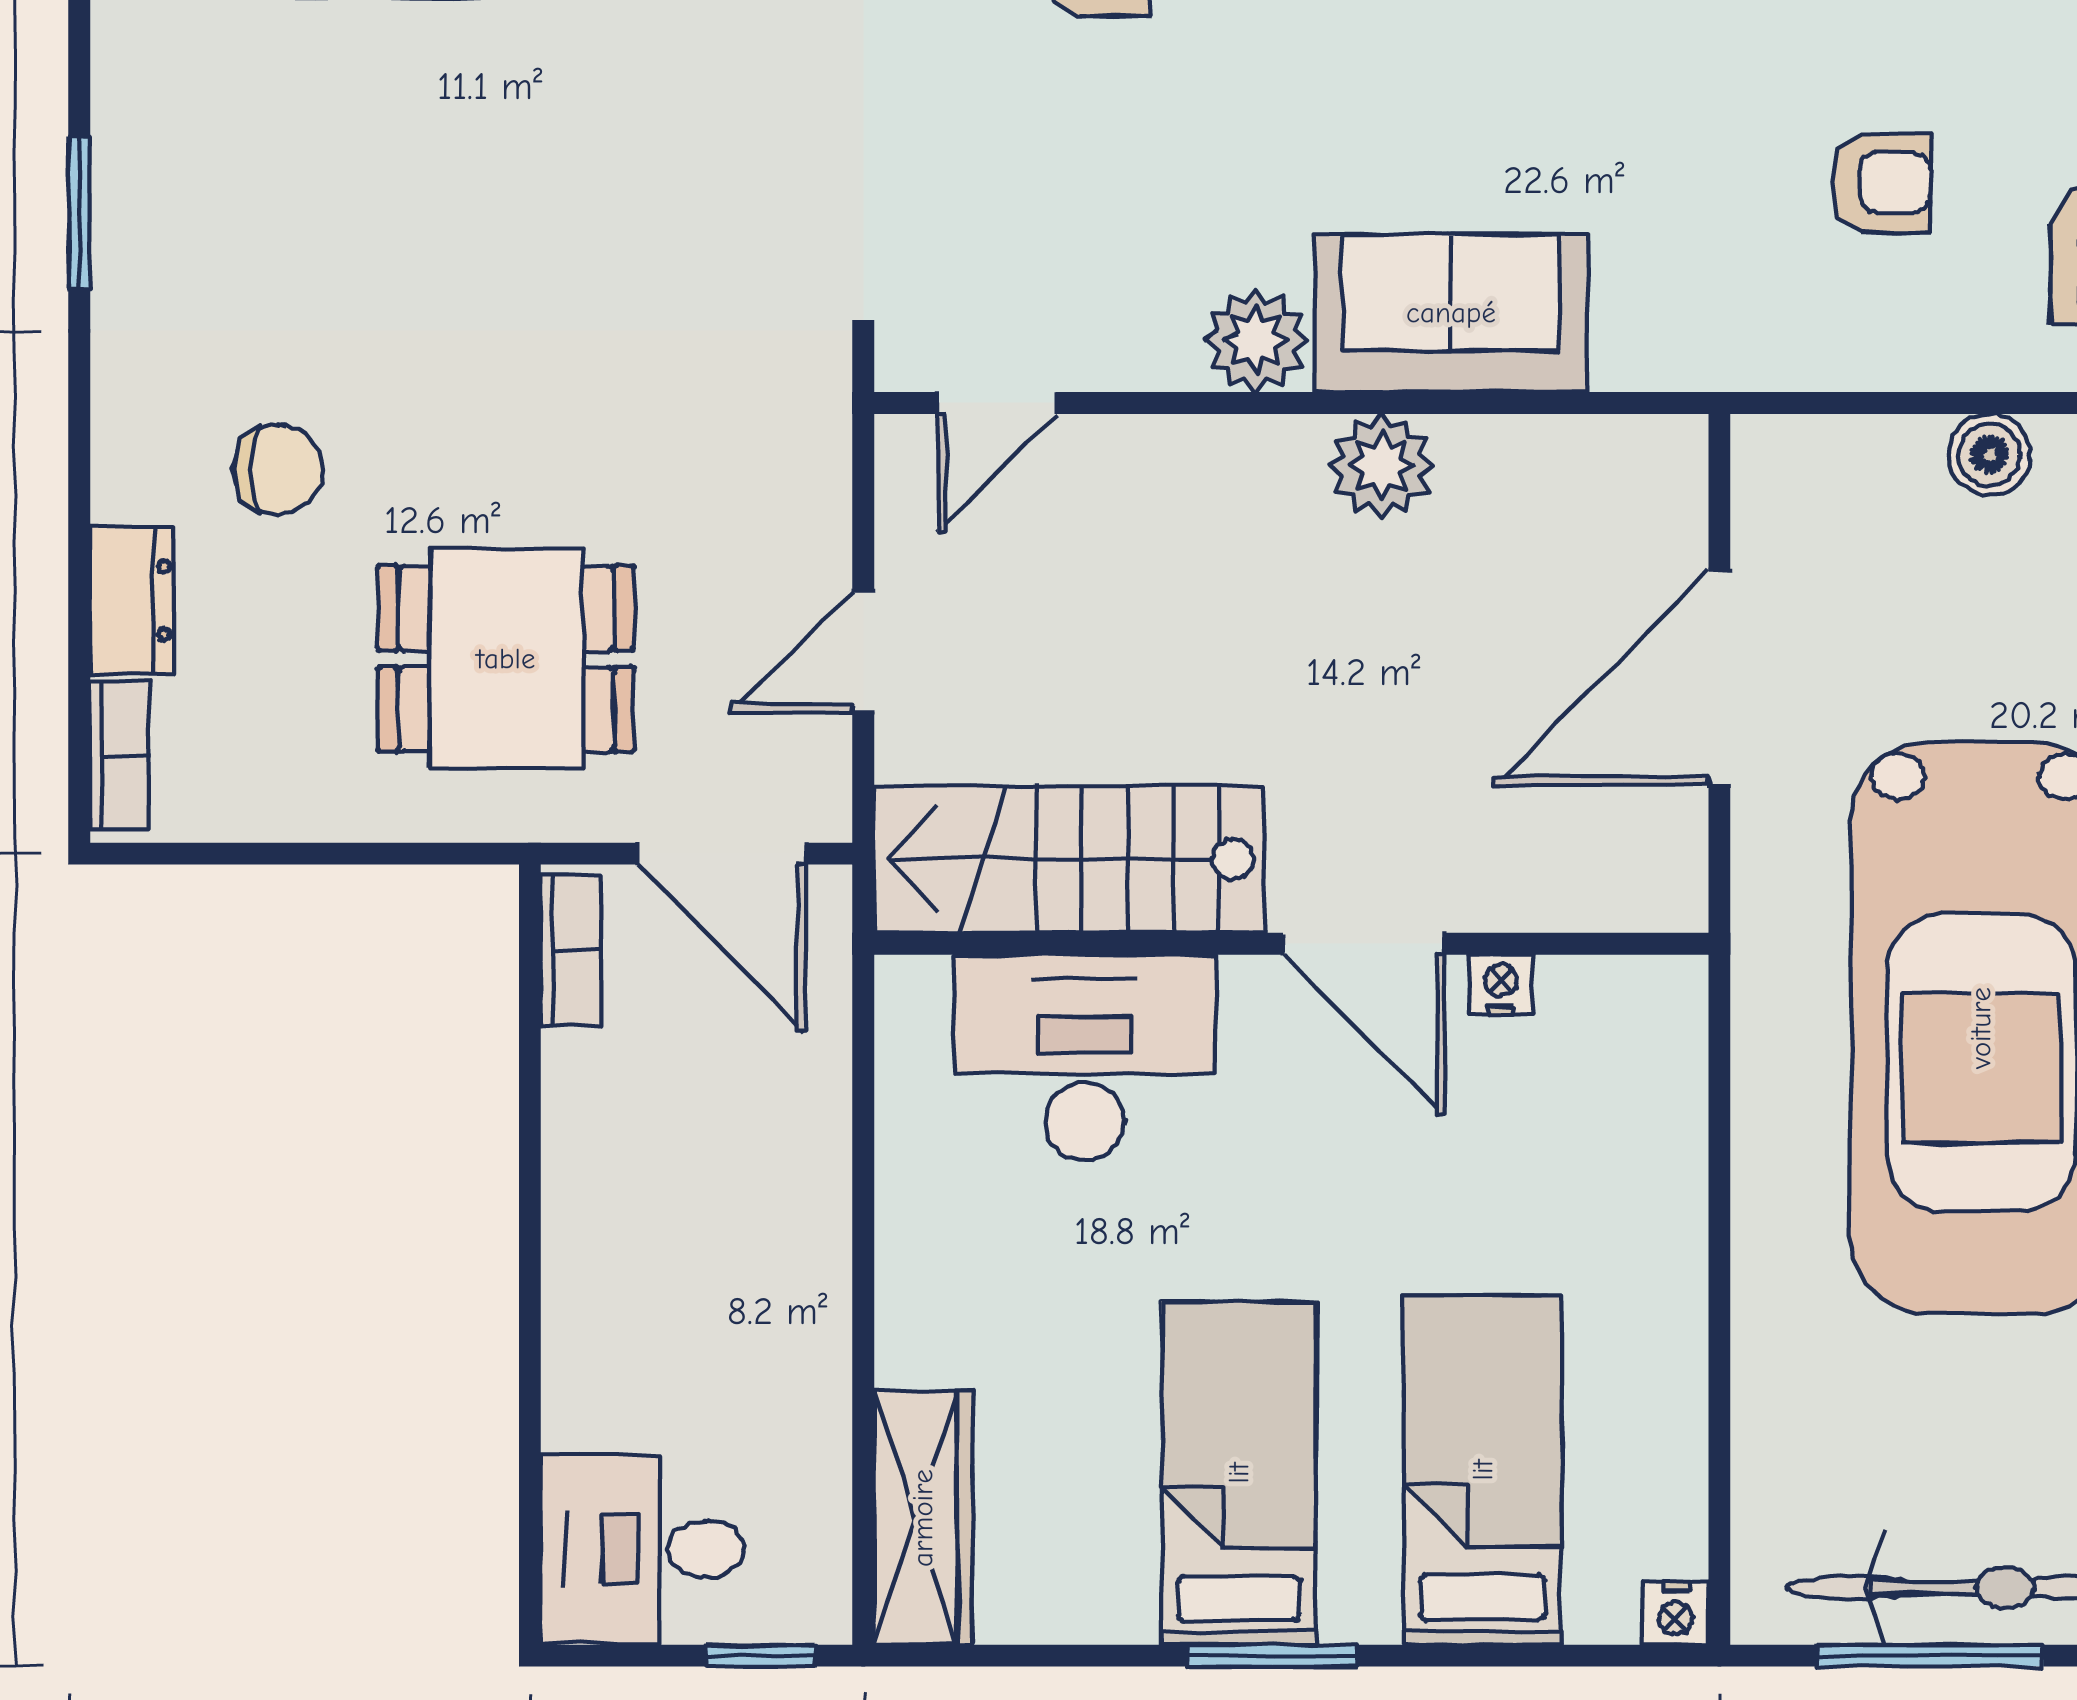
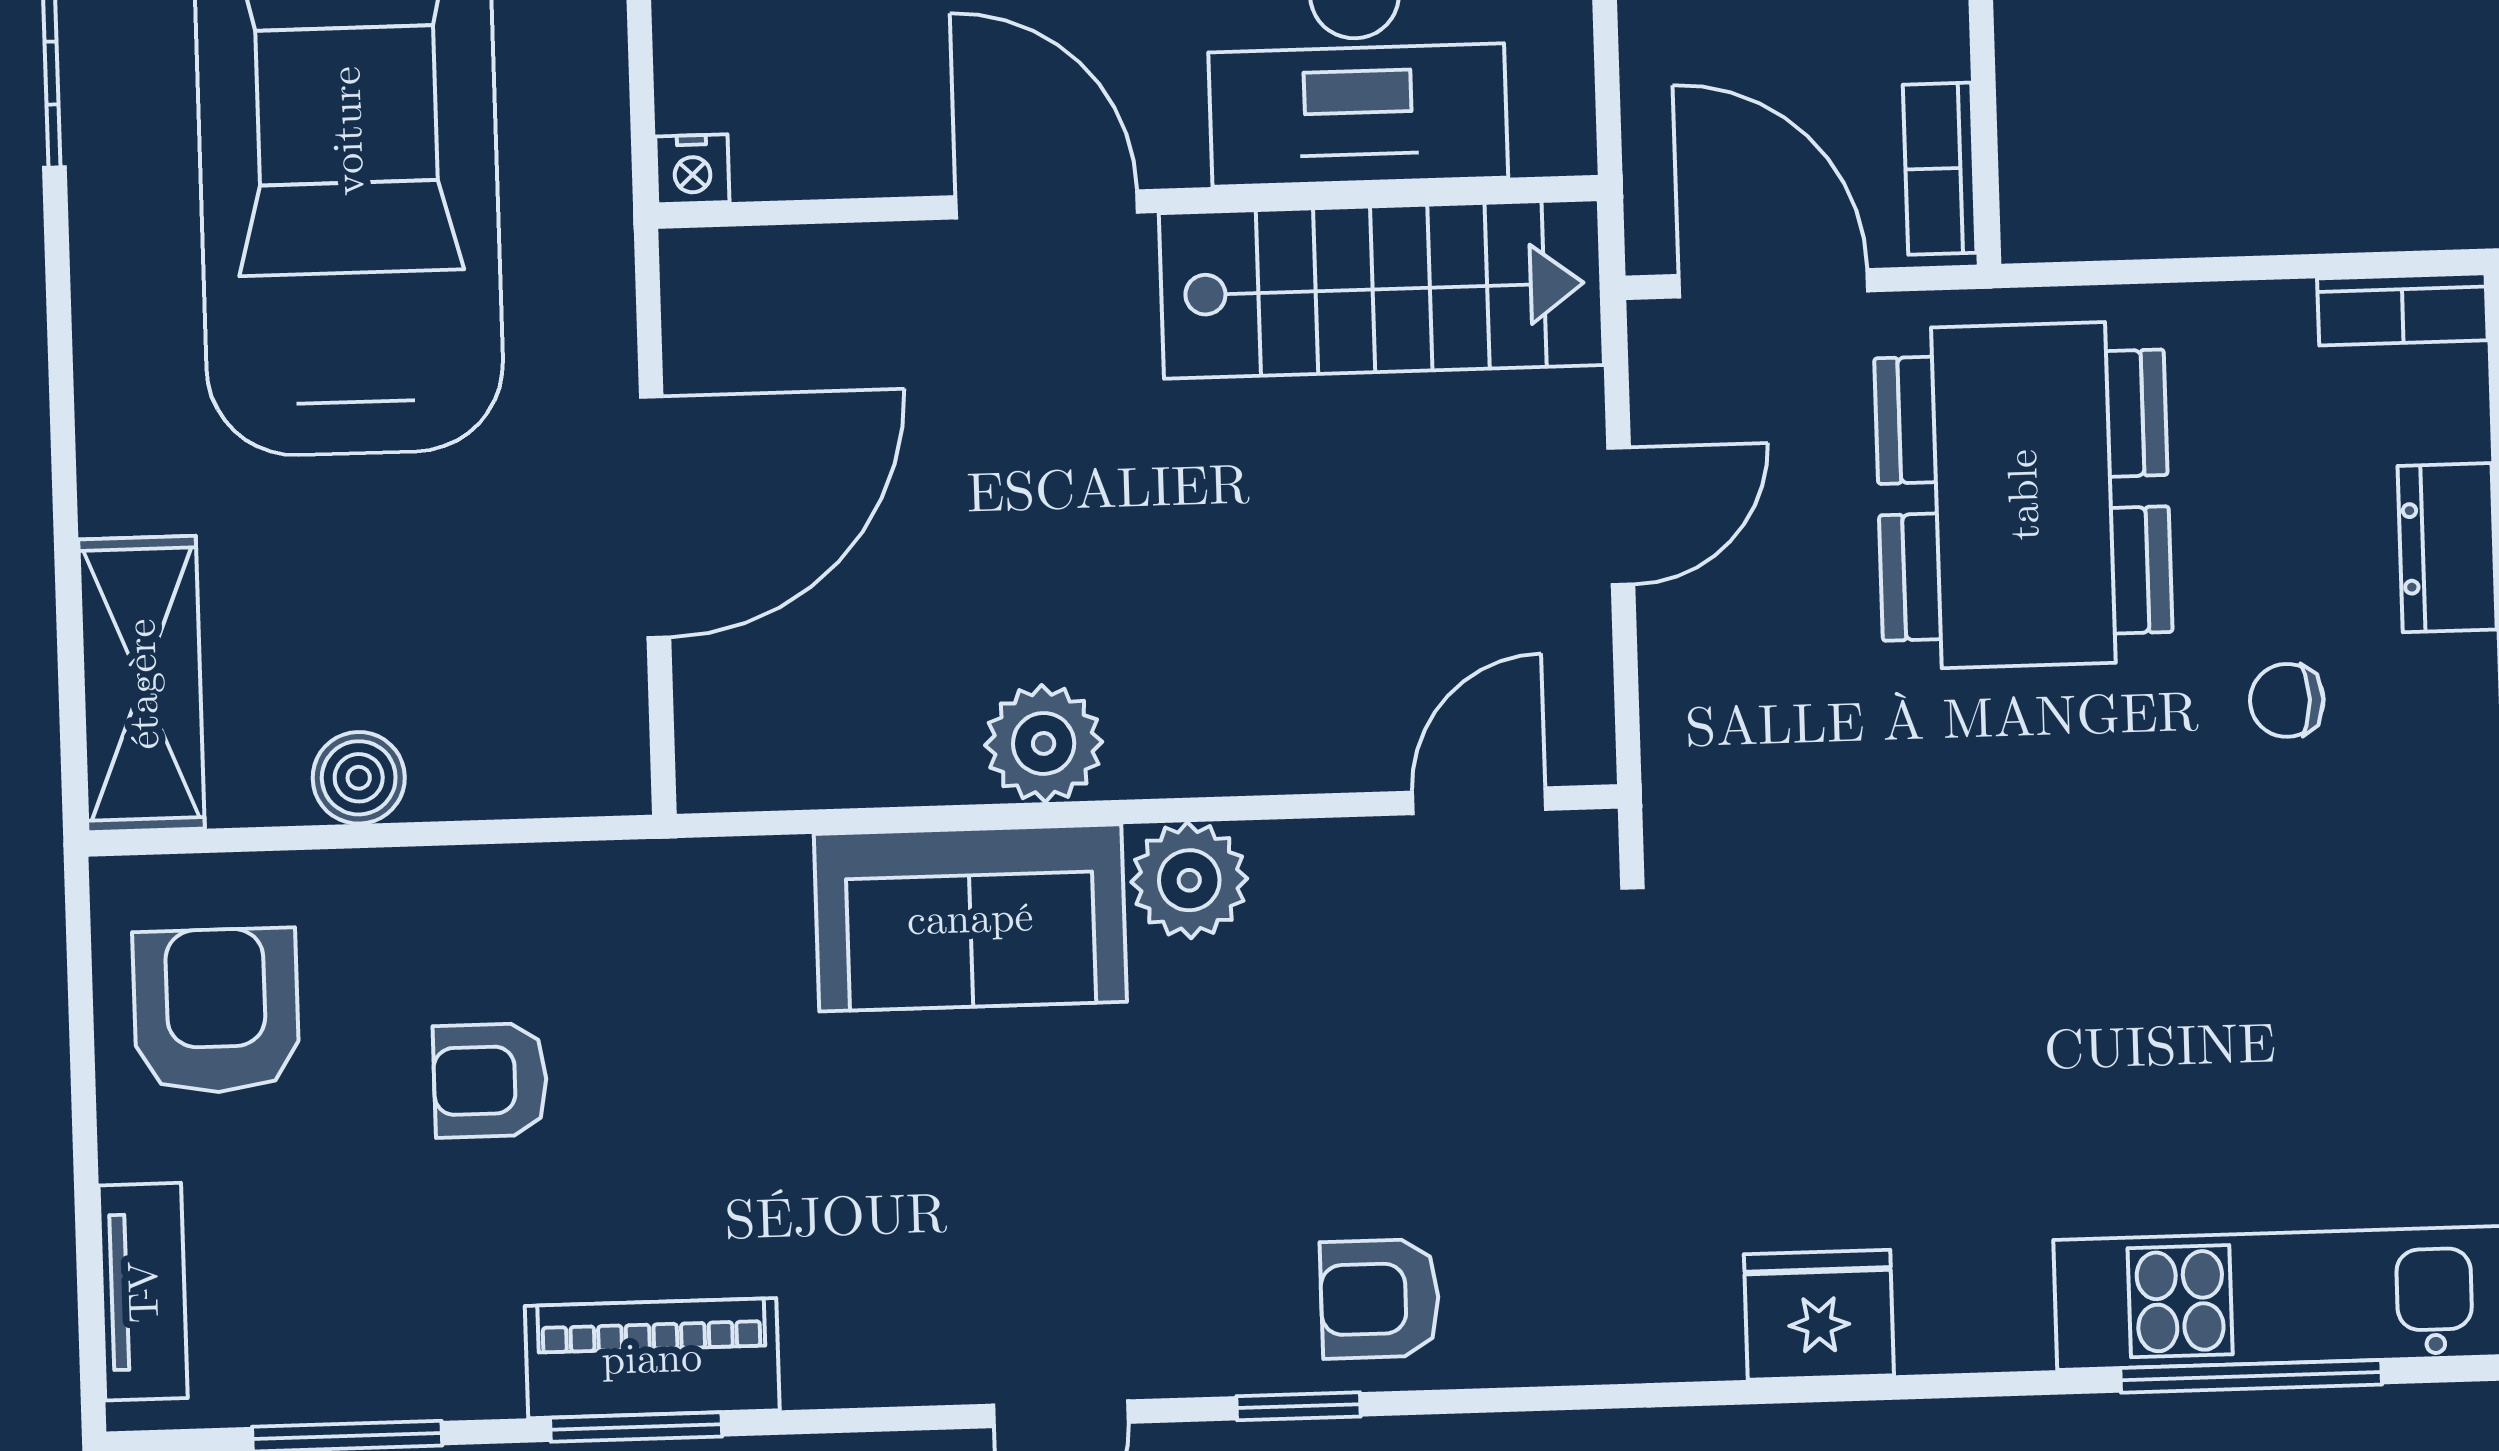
chair: (278, 469) -> (2287, 700), width x0.73, depth x0.73
dining table: (506, 659) -> (2023, 495), width x1.37
bookcase: (120, 756) -> (2402, 309), moved, turned -90
nightstand: (1501, 985) -> (692, 169), moved

